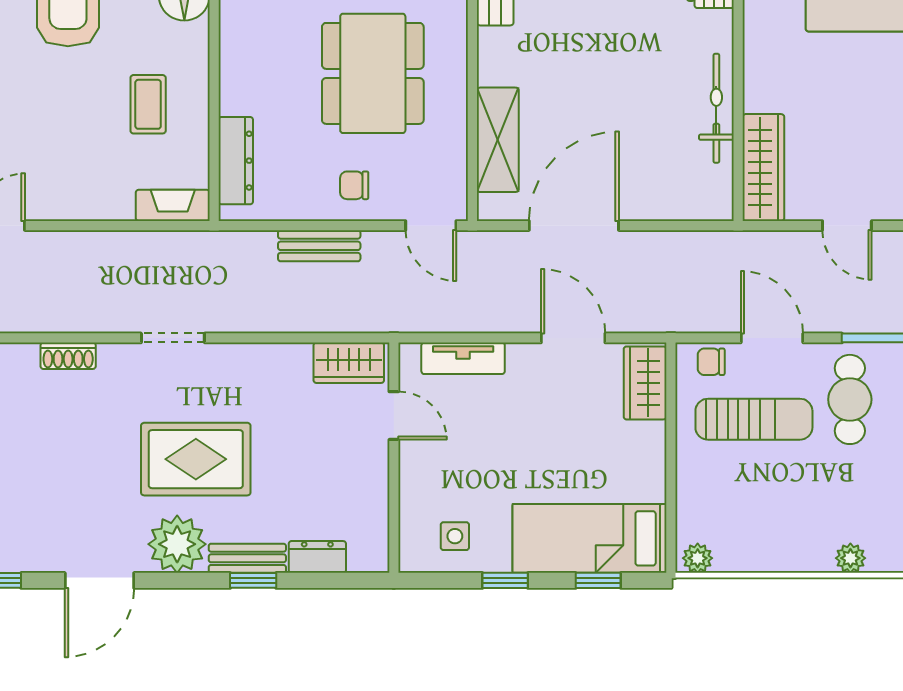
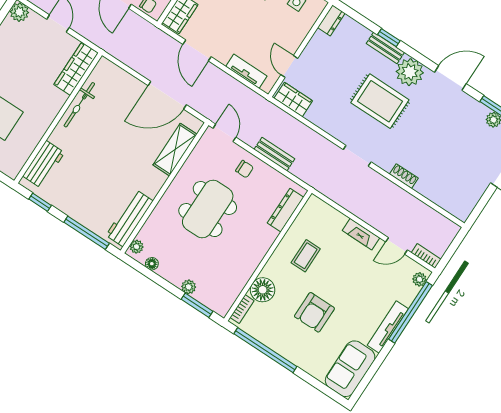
fireplace: (173, 205) -> (361, 234), moved
dresser: (317, 557) -> (331, 20), moved, turned -90

